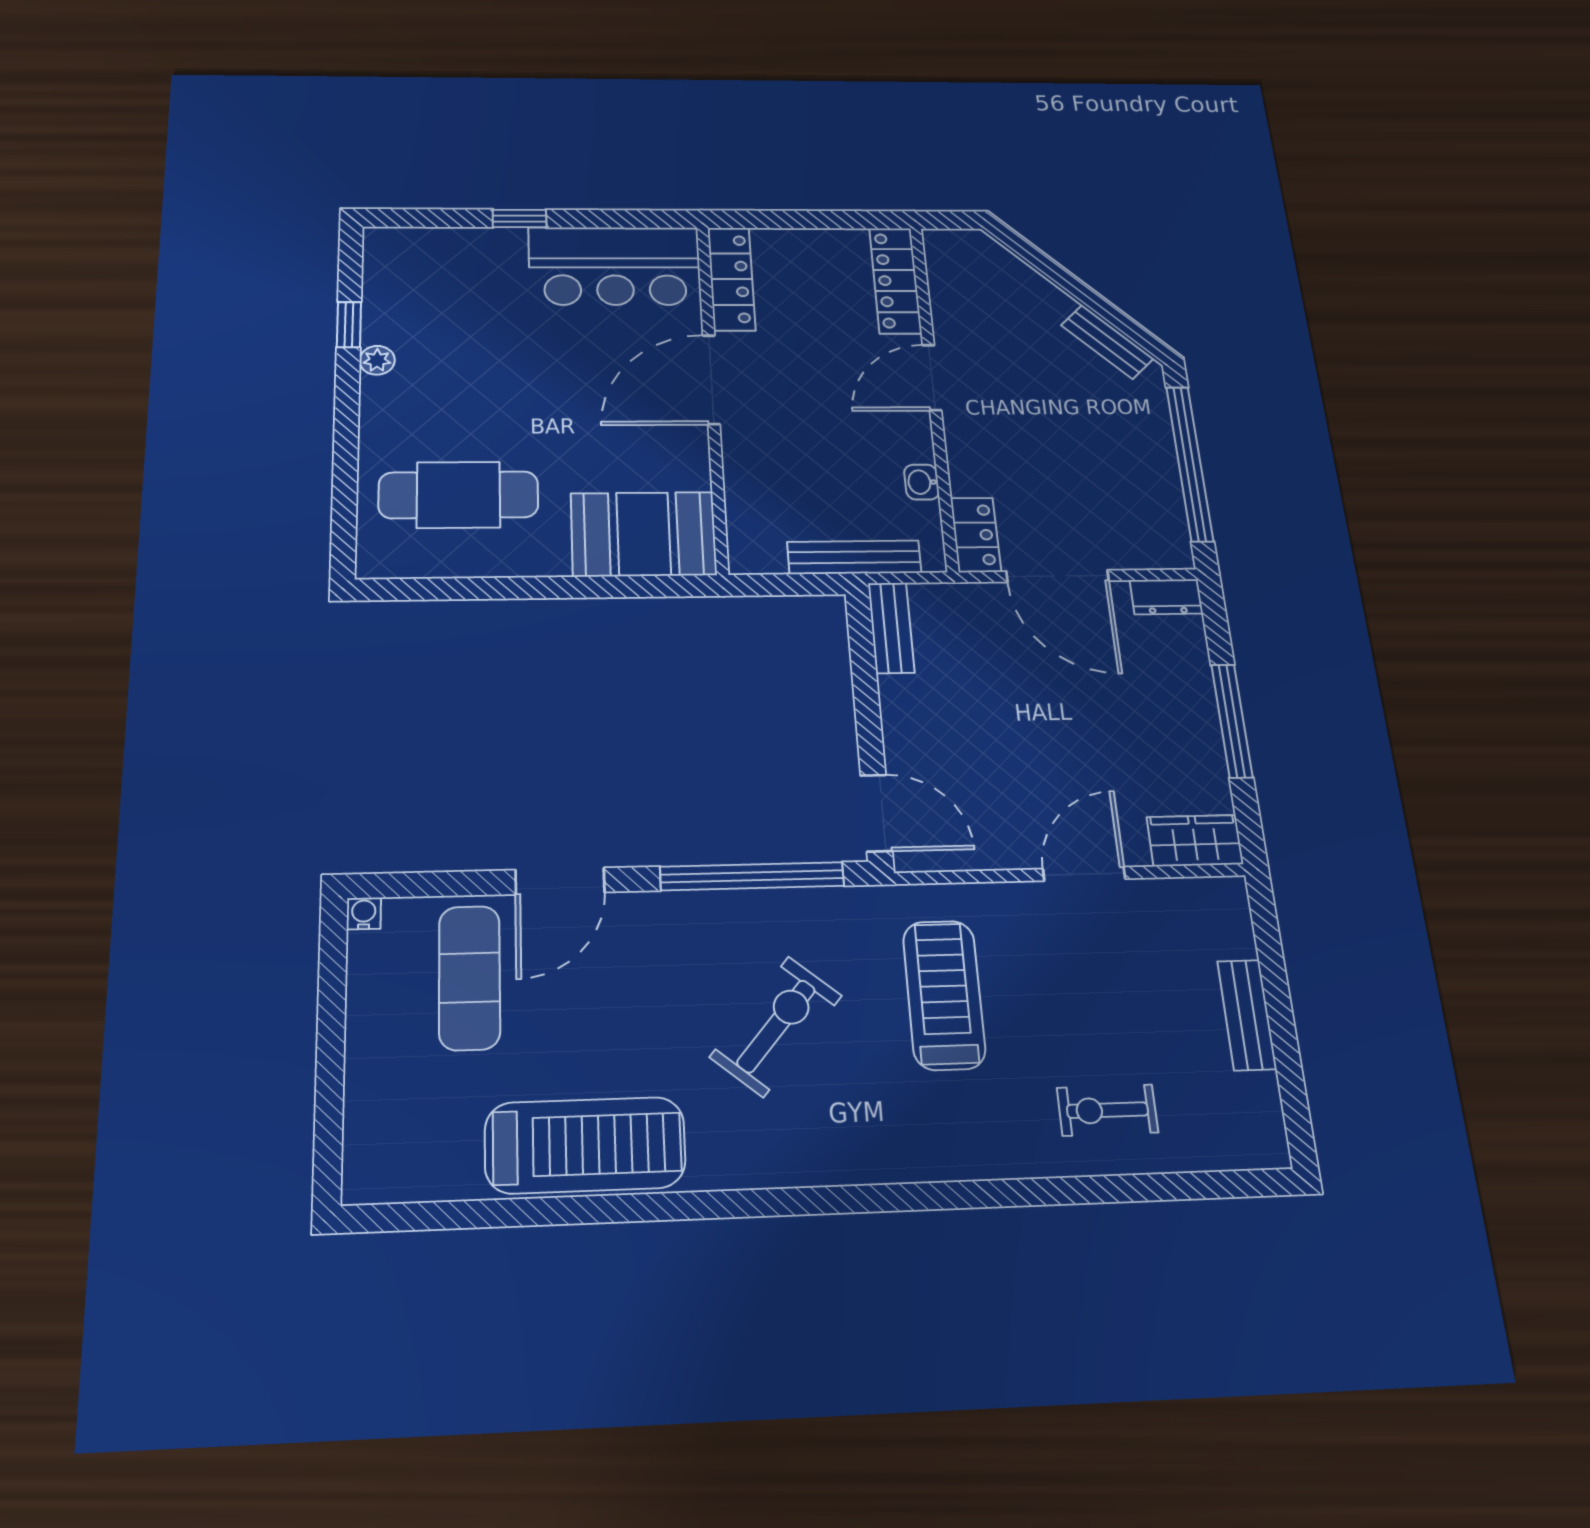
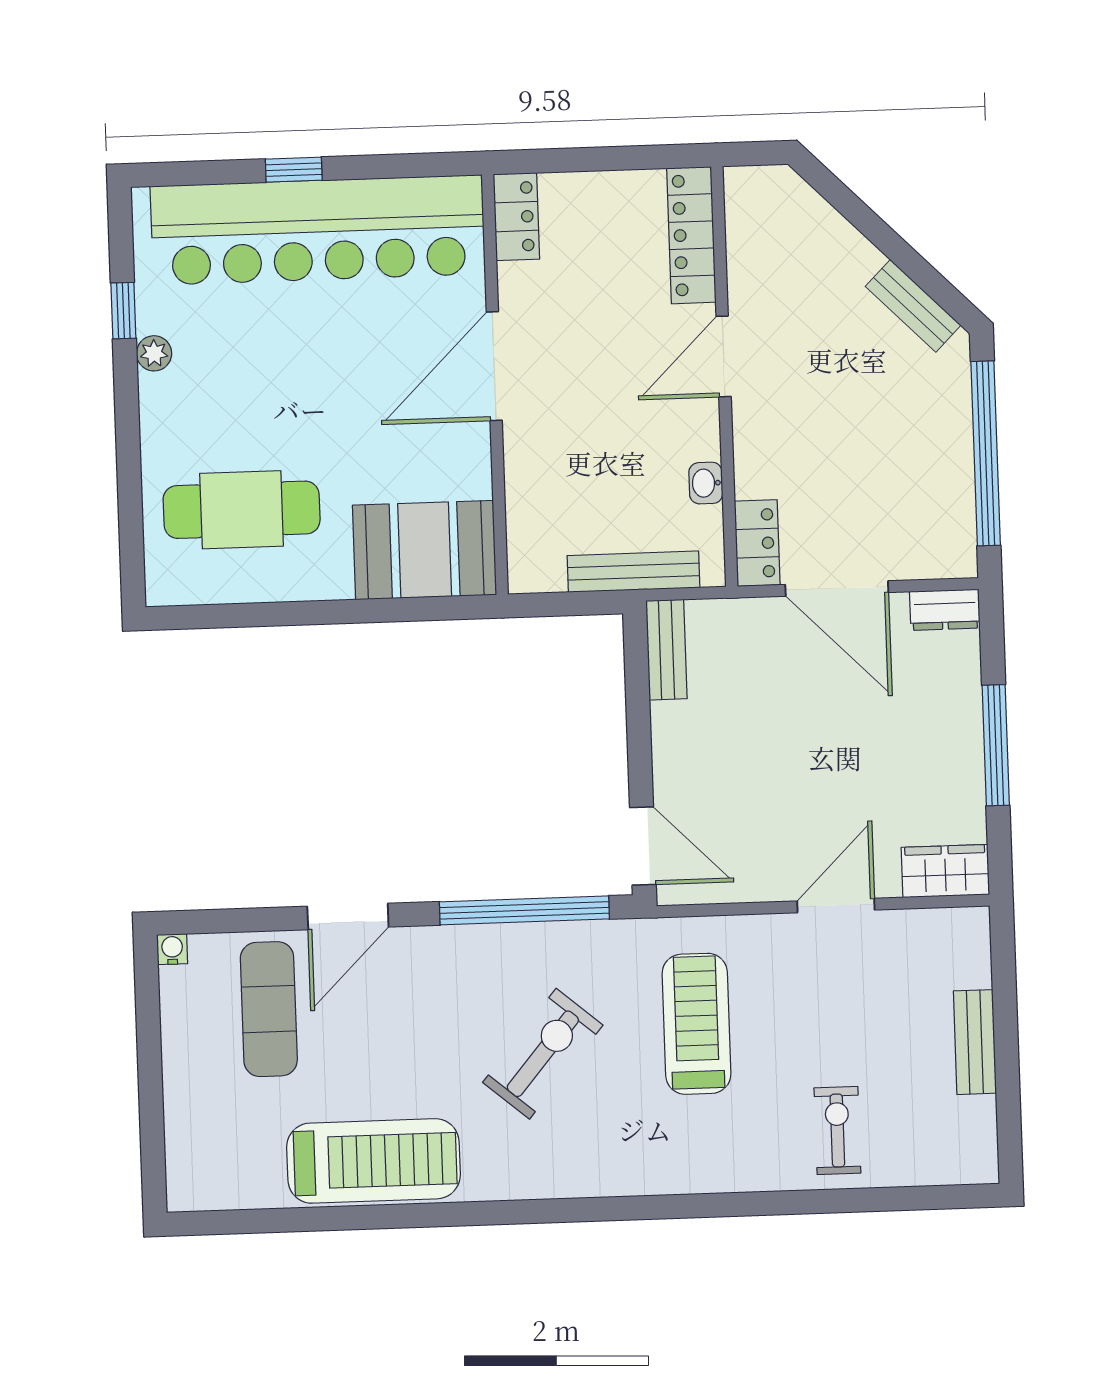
bar counter: (615, 266) -> (318, 230), width x1.86
locker: (731, 279) -> (516, 217), width x0.66
exercise bike: (1107, 1110) -> (837, 1131), turned 90

